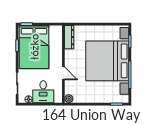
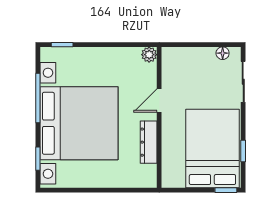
dresser: (69, 37) -> (149, 142), moved
door: (63, 73) -> (159, 100), hinge flipped
desk: (43, 92) -> (196, 67), removed

